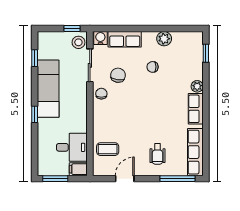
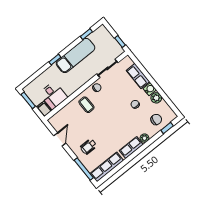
water cooler: (100, 38) -> (150, 89), moved
stool: (78, 42) -> (115, 51), removed
chair: (118, 75) -> (156, 119), moved
coffee table: (108, 149) -> (86, 105), moved
door: (125, 179) -> (60, 139), hinge flipped

